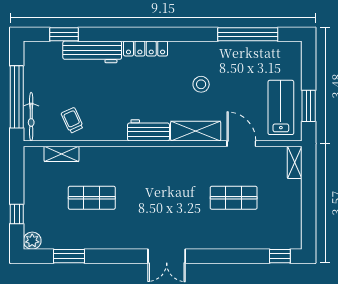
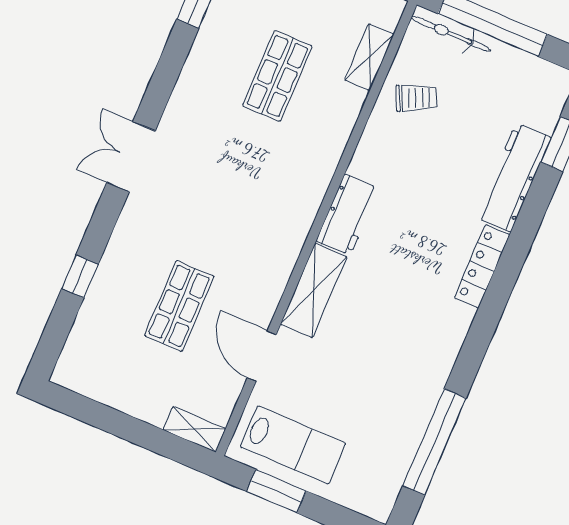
stool: (201, 84) -> (386, 332), removed
door: (241, 144) -> (262, 356), swing flipped
window: (280, 256) -> (80, 276), moved

